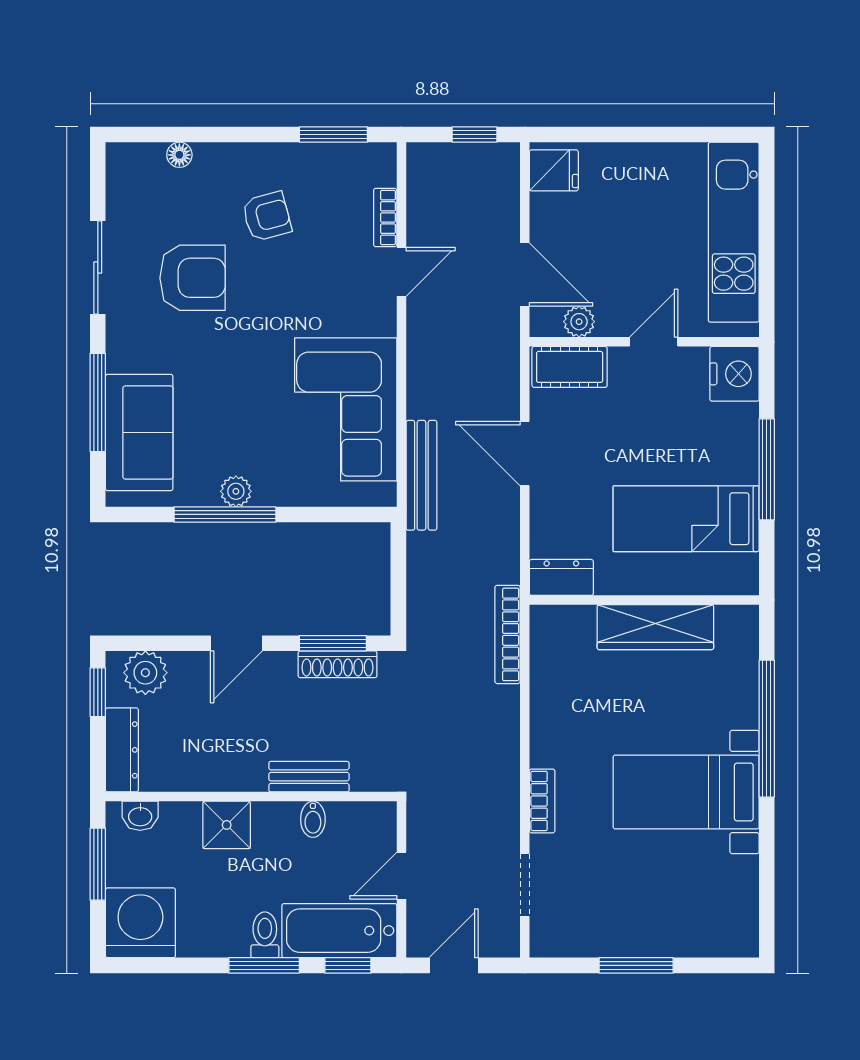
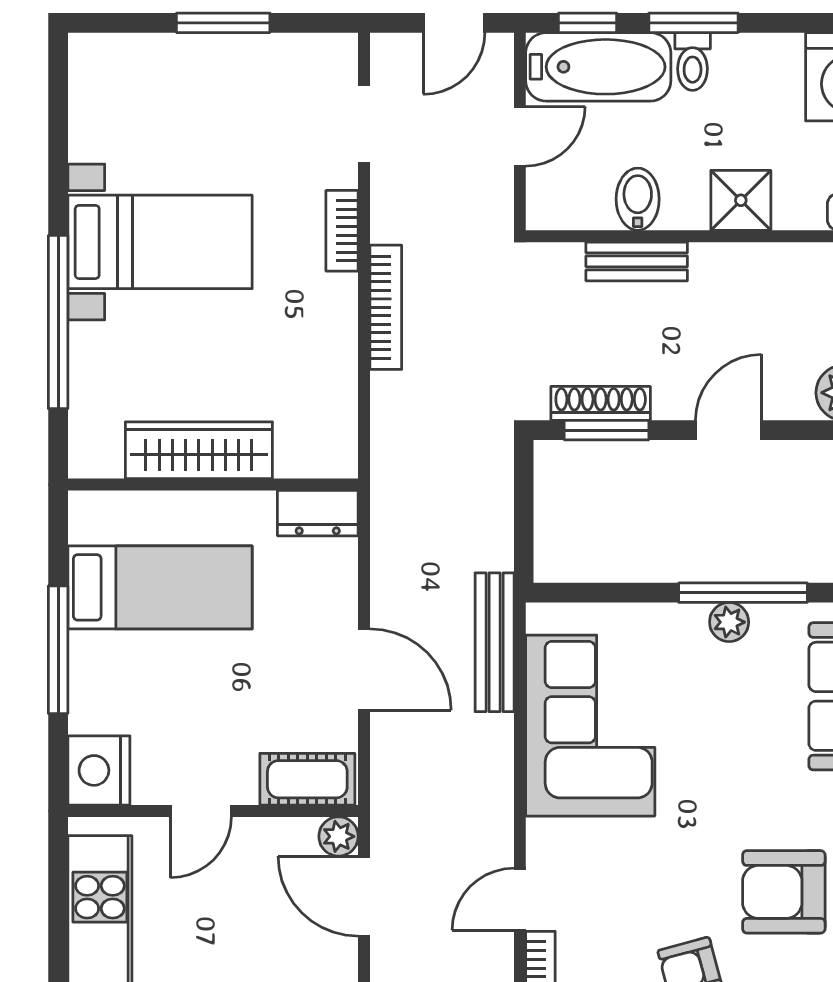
plant: (579, 322) -> (338, 836), moved
bookcase: (508, 634) -> (386, 307), moved
bidet: (313, 819) -> (638, 199), width x1.38, depth x1.36

